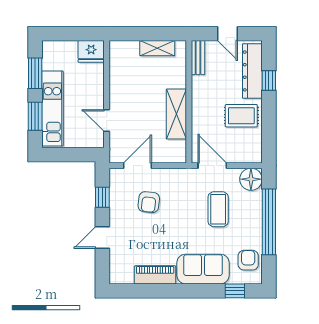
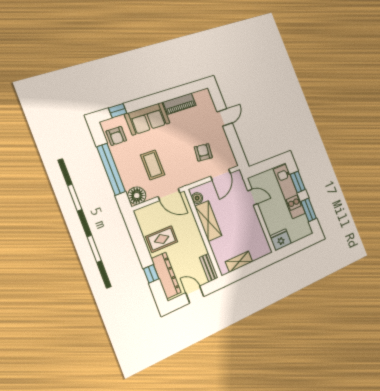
boiler: (179, 148) -> (197, 198), added
window: (102, 197) -> (235, 144), removed

